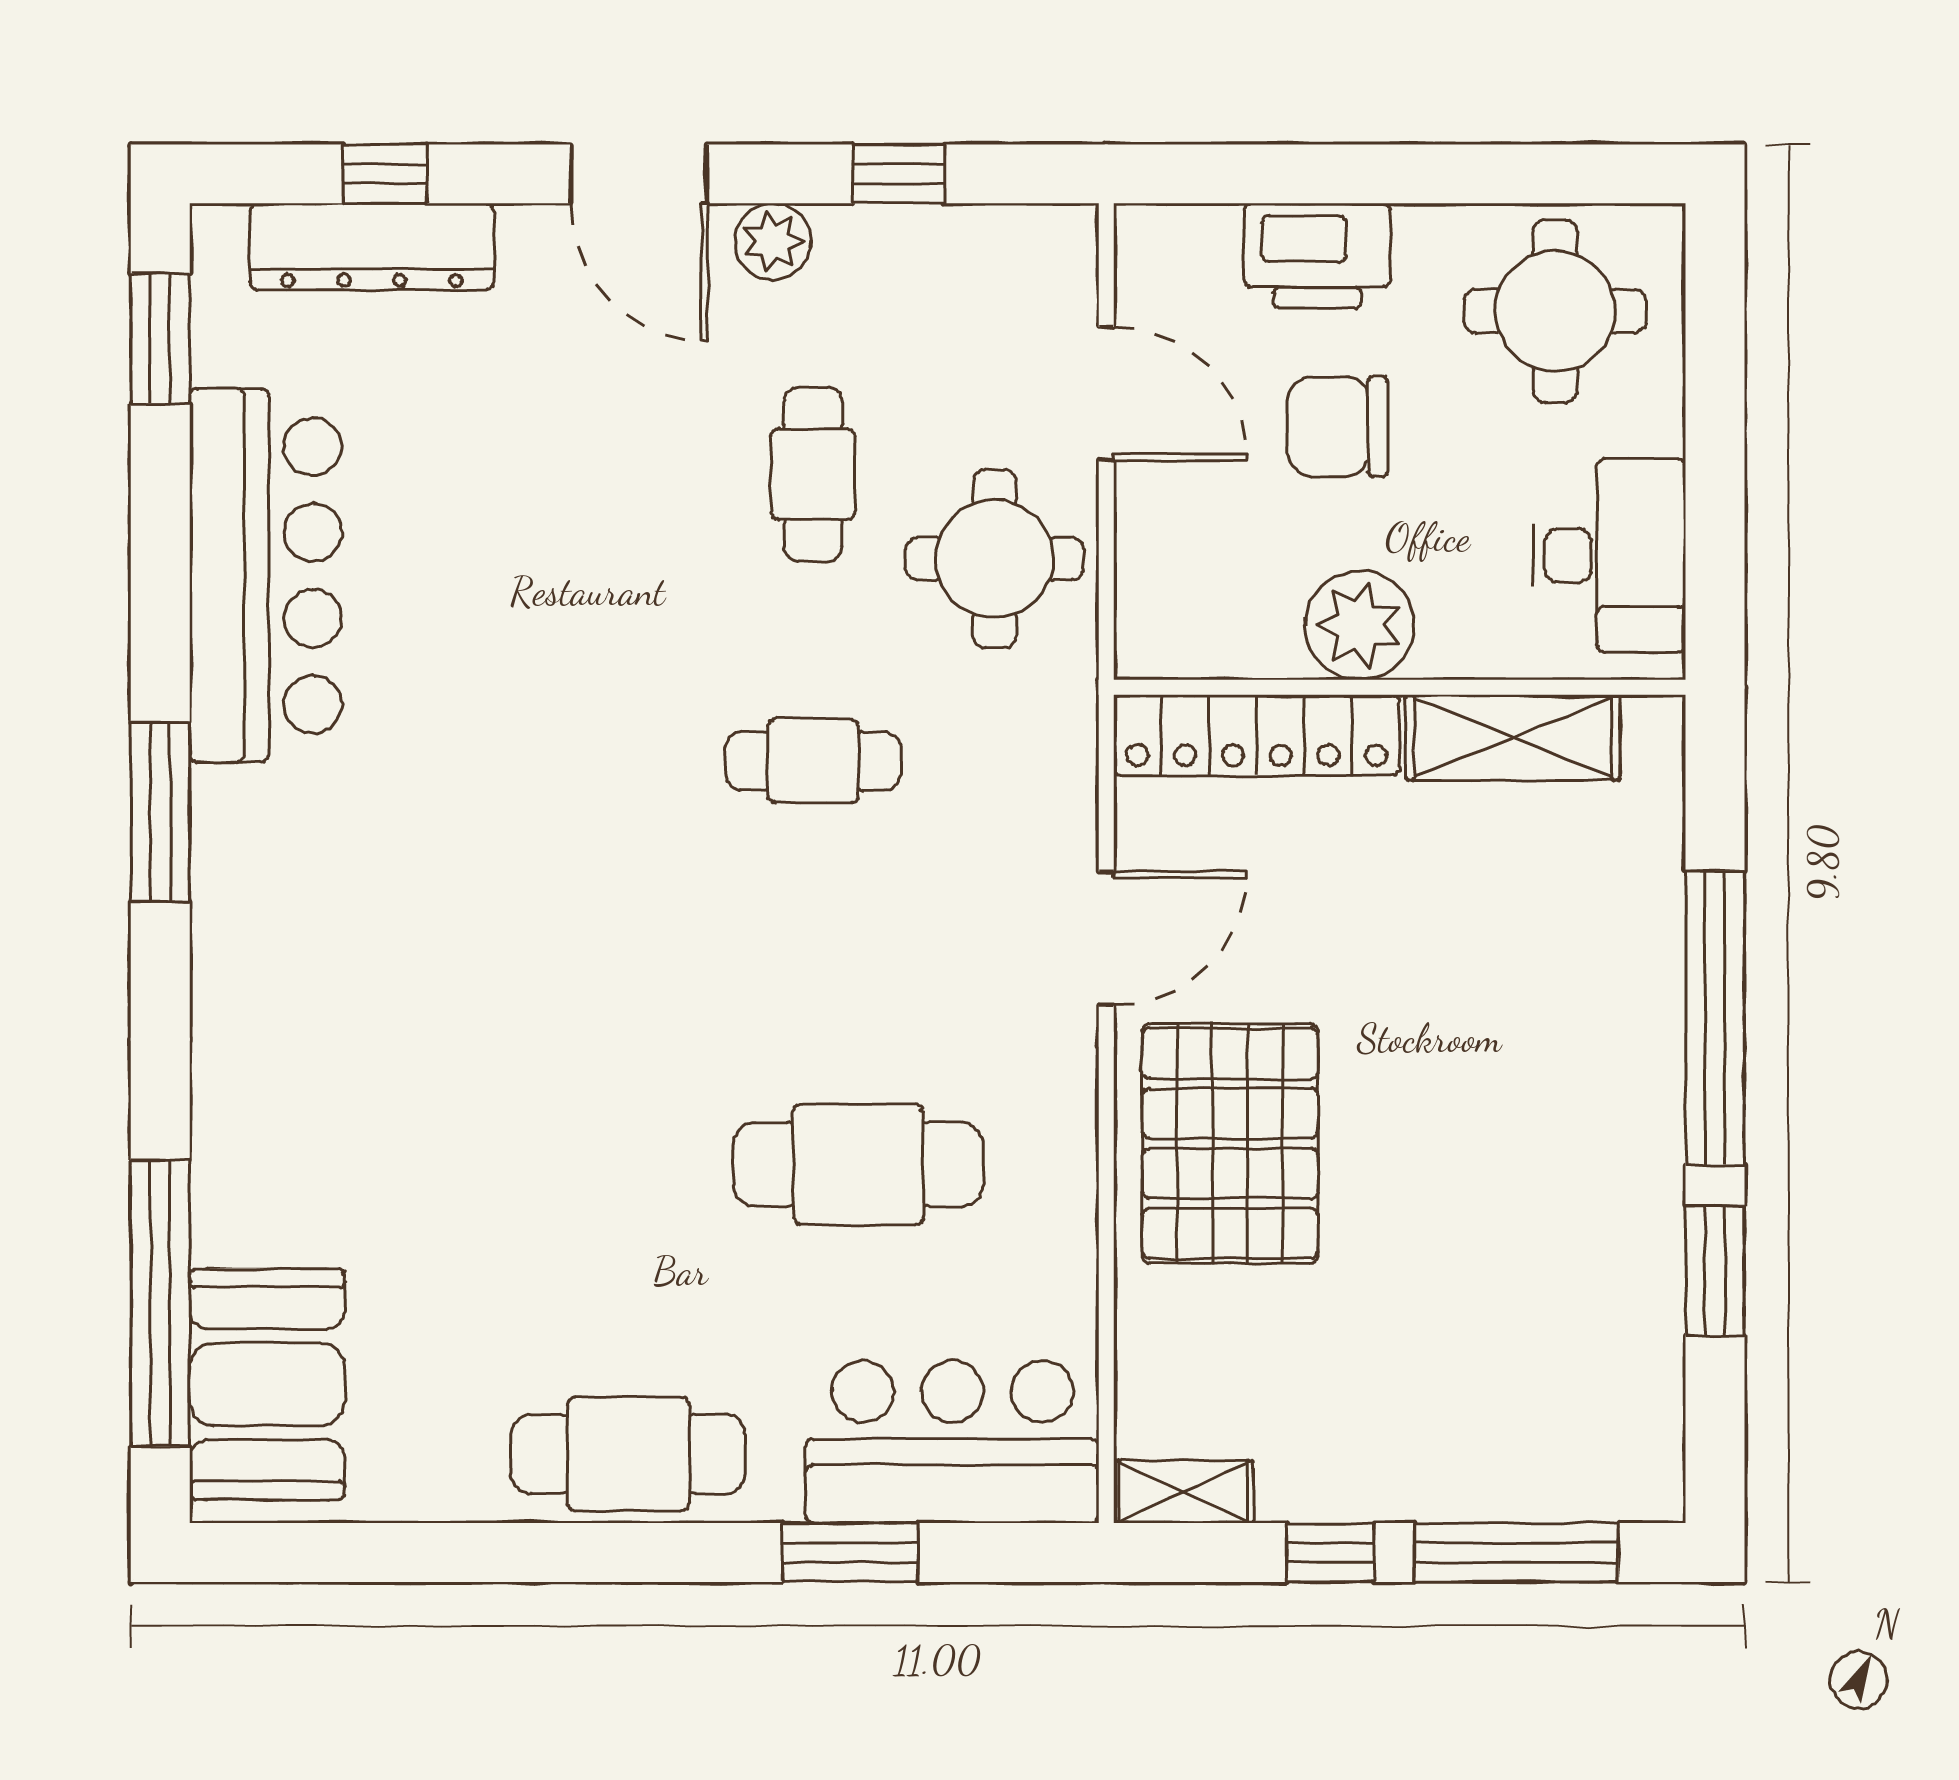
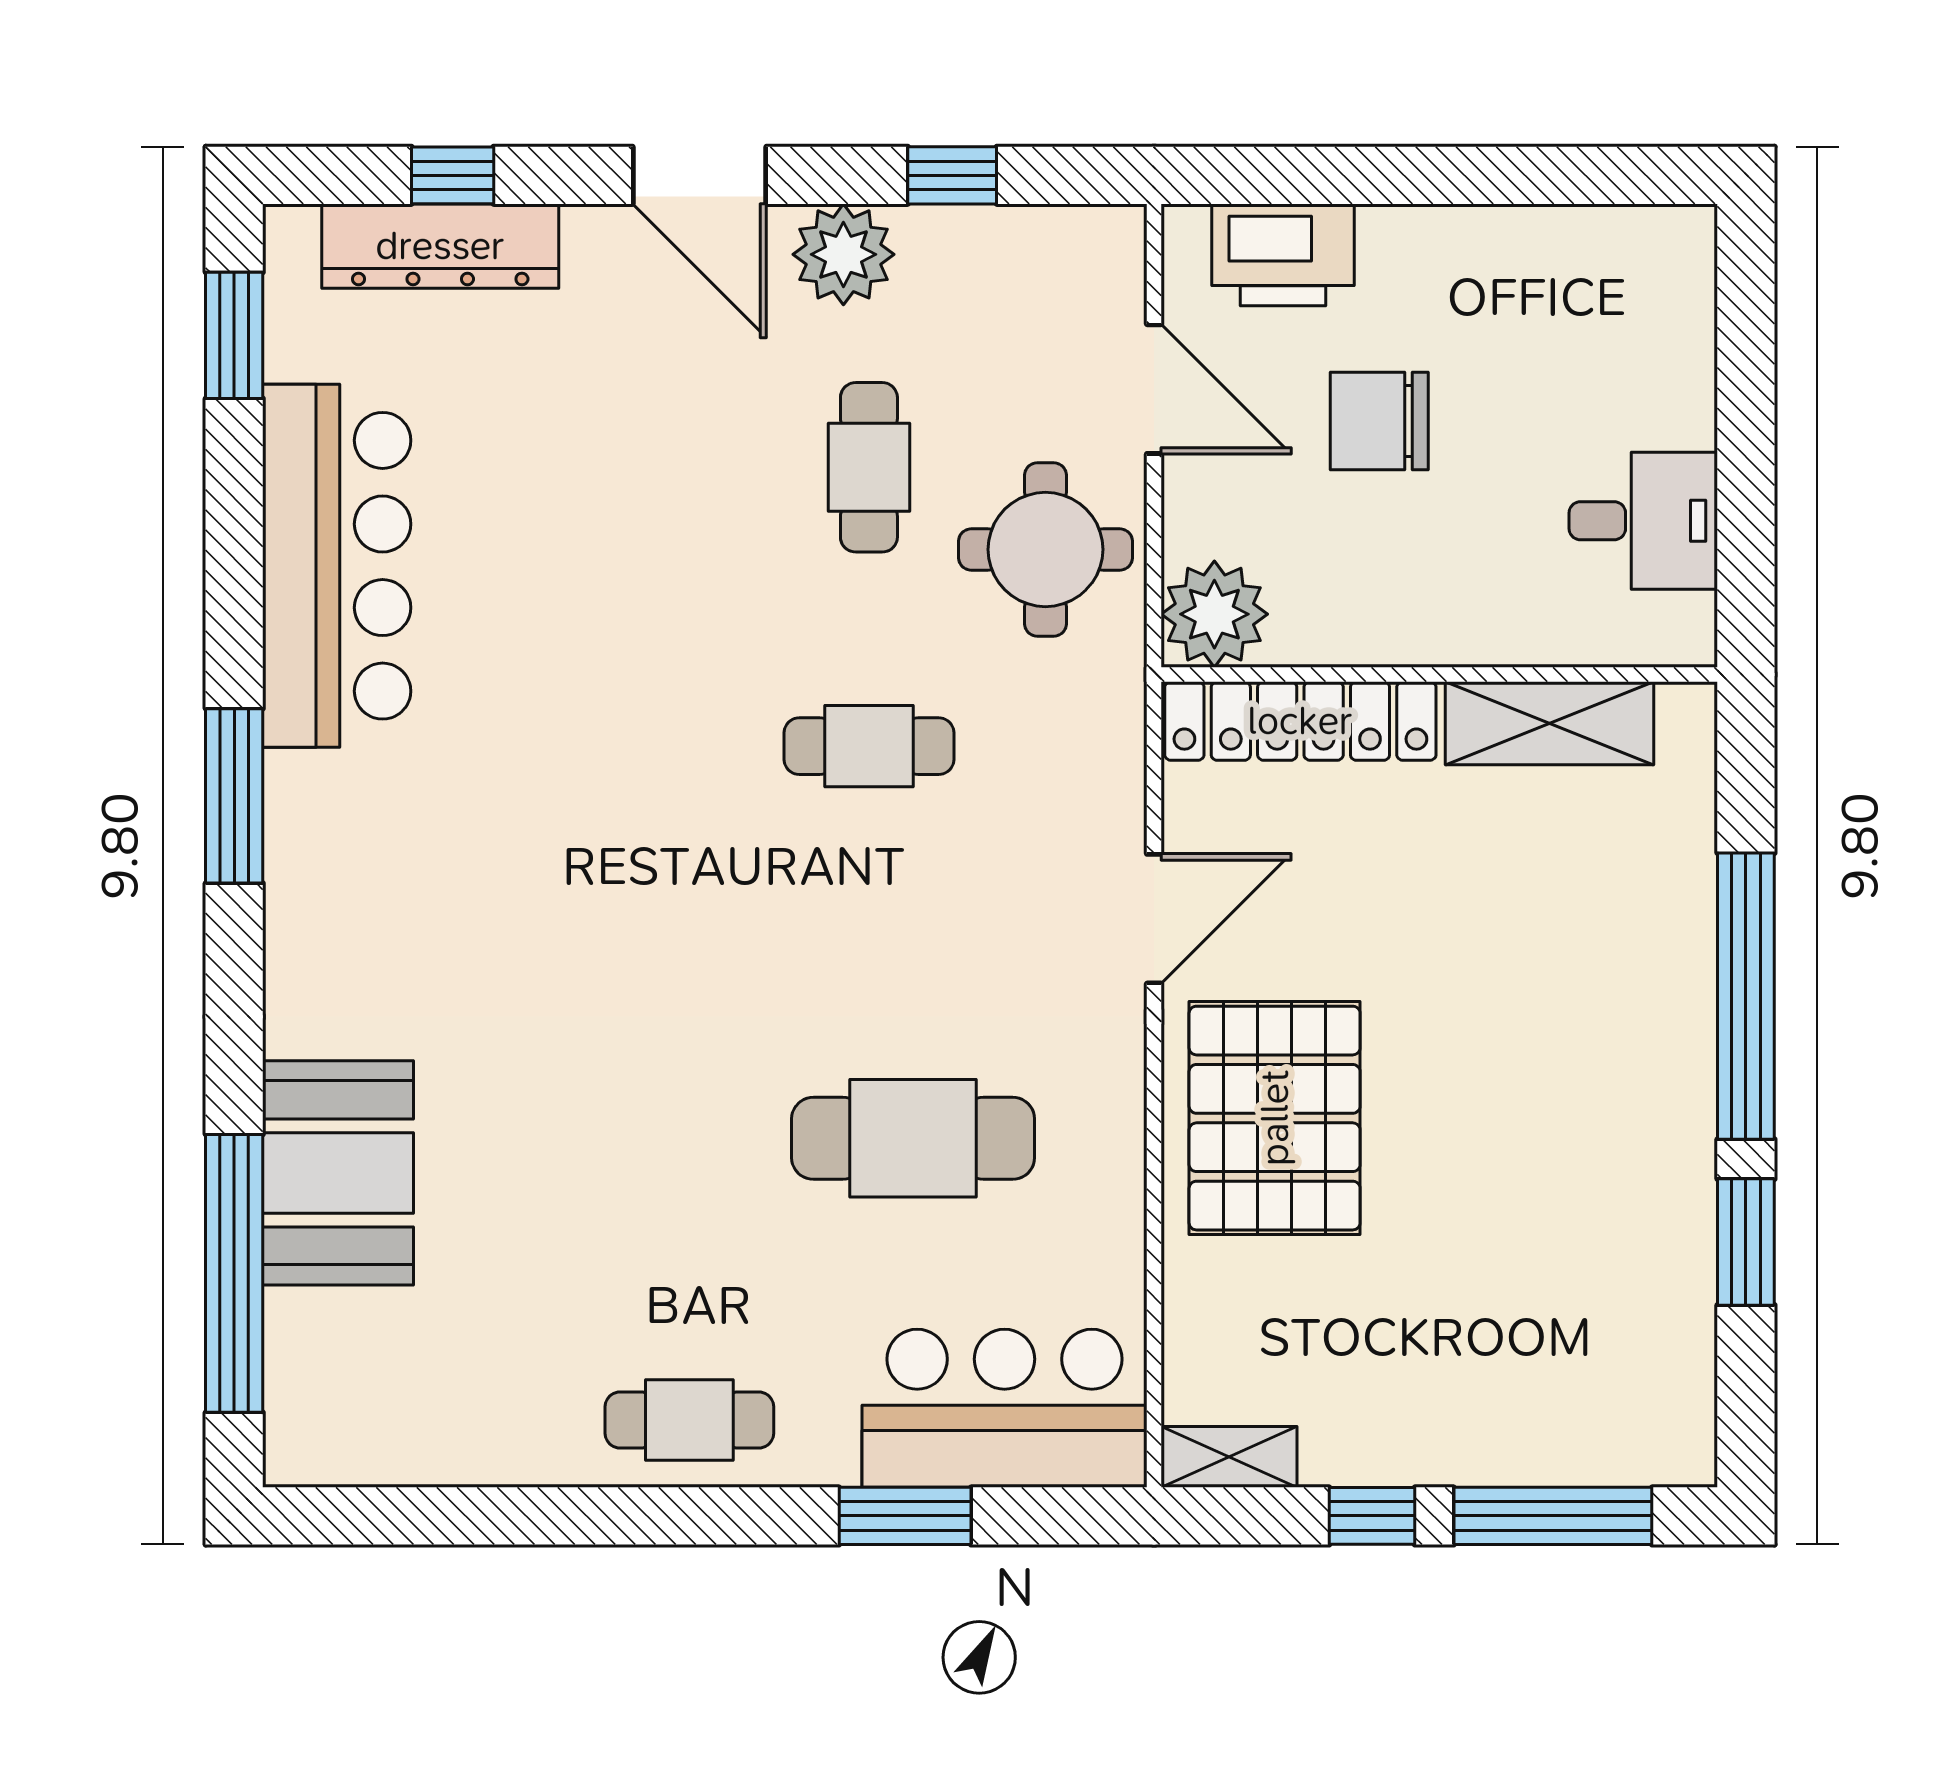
plant: (773, 241) -> (843, 254), width x1.36, depth x1.36
printer: (1317, 256) -> (1283, 255), moved
round table: (1555, 311) -> (1590, 309), removed
desk: (1609, 555) -> (1643, 521), width x0.73
plant: (1360, 625) -> (1214, 614), moved
booth: (267, 1384) -> (338, 1173), moved
cafe table: (628, 1454) -> (689, 1420), width x0.73, depth x0.74

